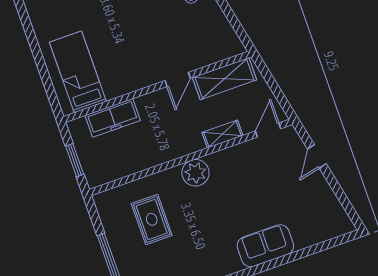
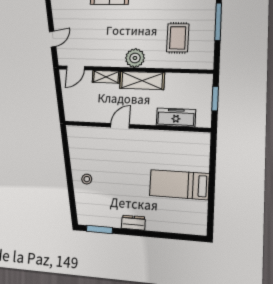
bed: (78, 72) -> (179, 185), moved, turned 90
shelving: (225, 79) -> (142, 81), moved

